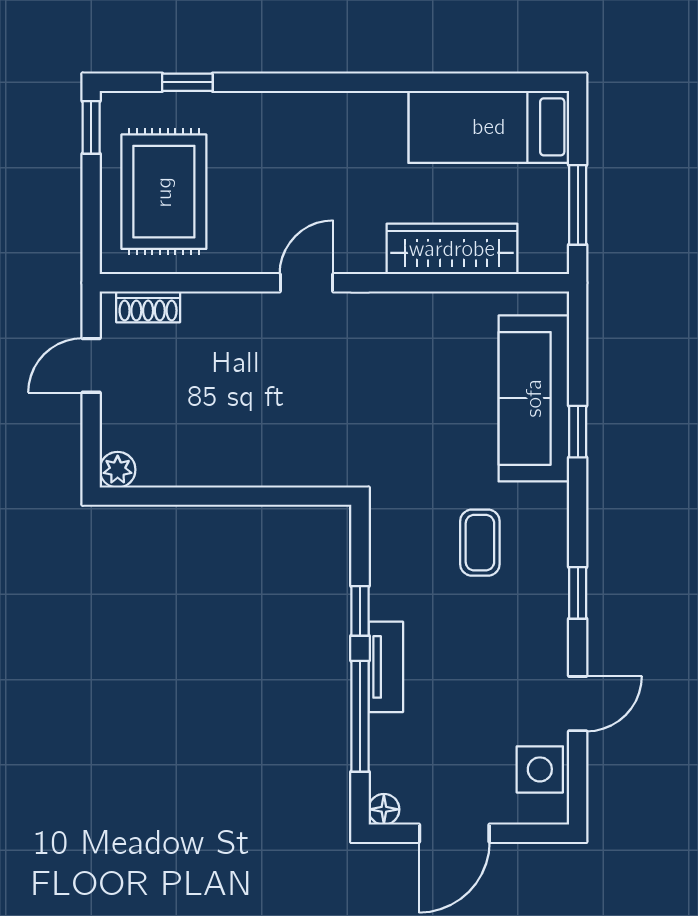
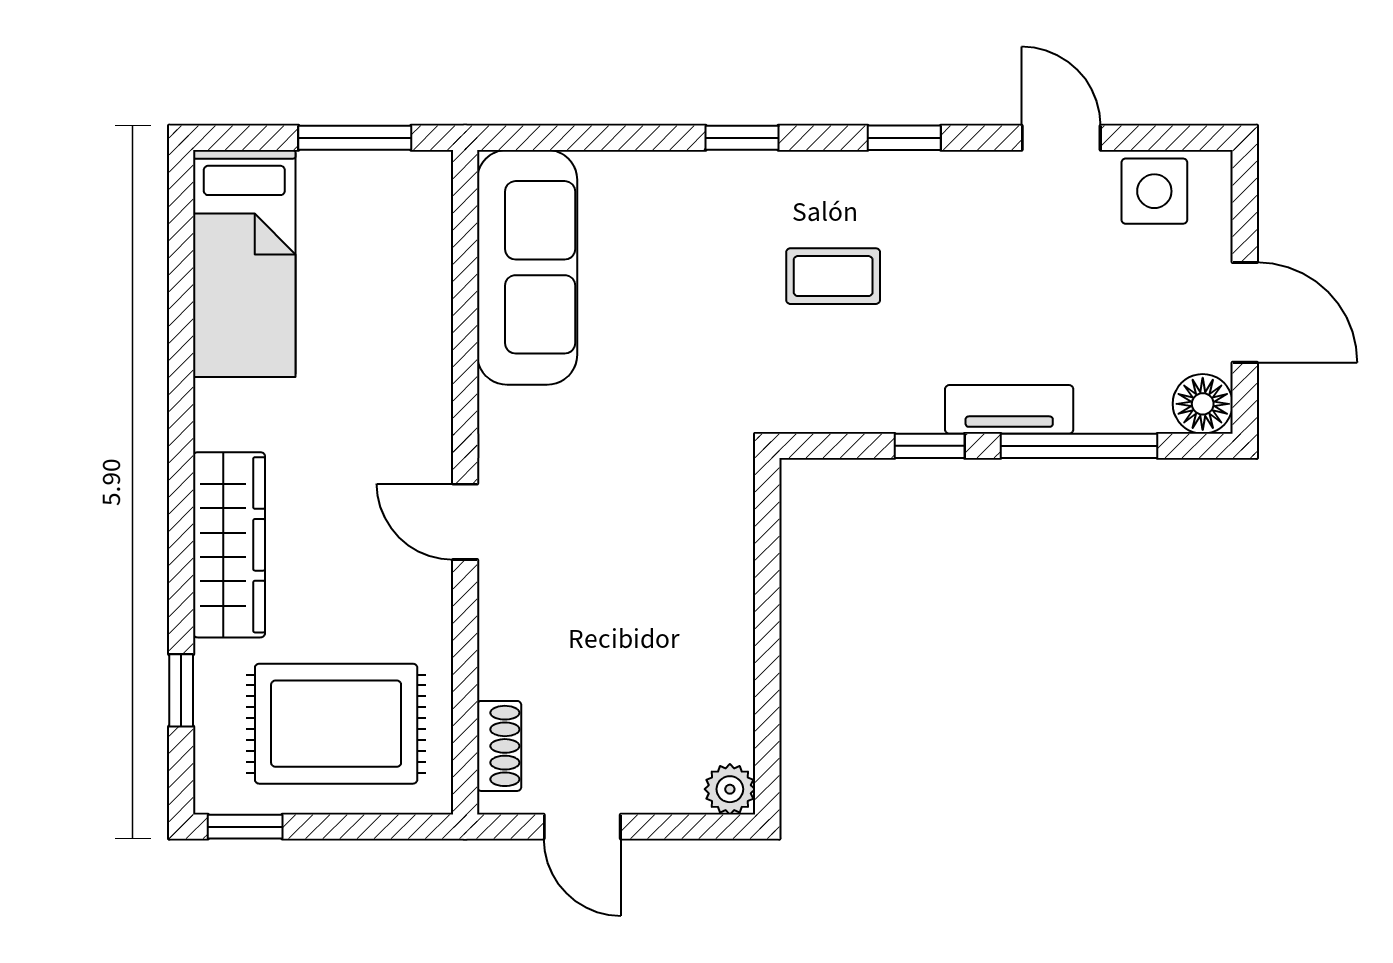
wardrobe: (452, 249) -> (229, 545), moved, turned 180
sofa: (534, 398) -> (527, 267), moved, turned -90
window: (578, 432) -> (742, 138), moved
floor lamp: (384, 809) -> (1203, 404), width x1.37, depth x1.37

